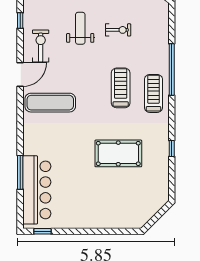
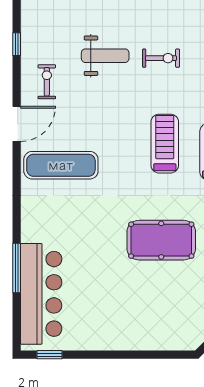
weight bench: (80, 28) -> (105, 56), turned 90
exercise bike: (41, 46) -> (47, 82), width x0.73, depth x0.72

